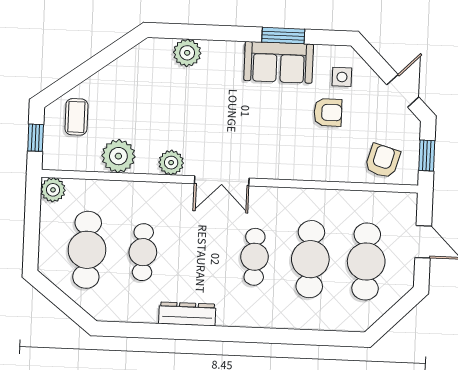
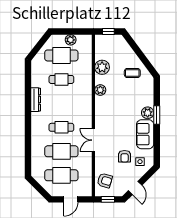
window: (283, 36) -> (157, 115), moved
plant: (187, 53) -> (148, 113), moved
door: (403, 91) -> (135, 188), hinge flipped
coffee table: (76, 117) -> (132, 73), moved
double door: (222, 181) -> (93, 140), moved
plant: (53, 190) -> (71, 40), moved

